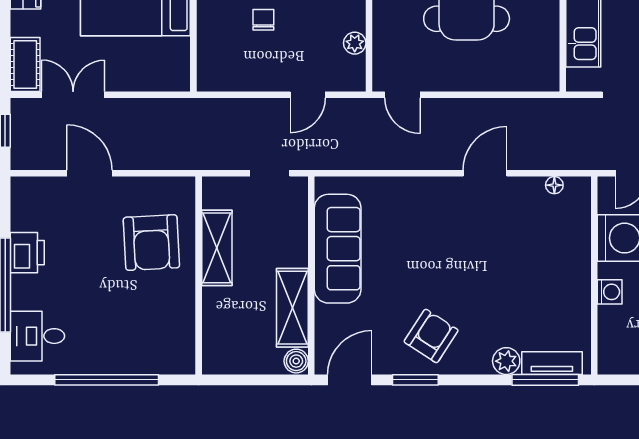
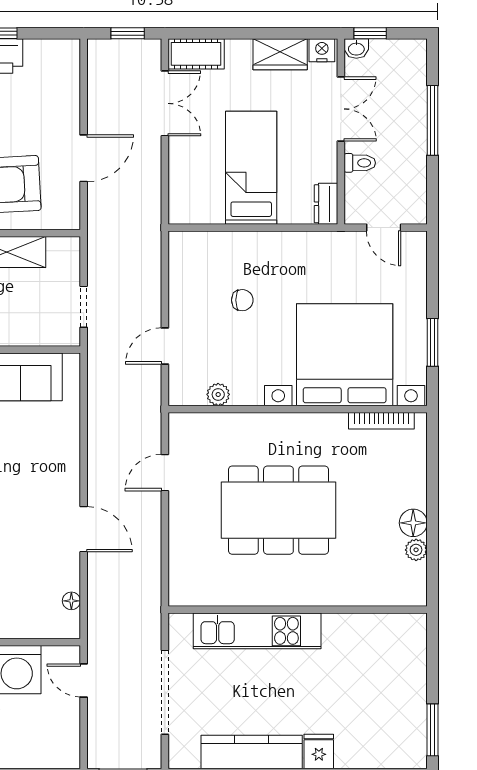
door: (308, 95) -> (165, 346), hinge flipped
door: (402, 95) -> (165, 473), moved
door: (90, 173) -> (84, 158), moved

